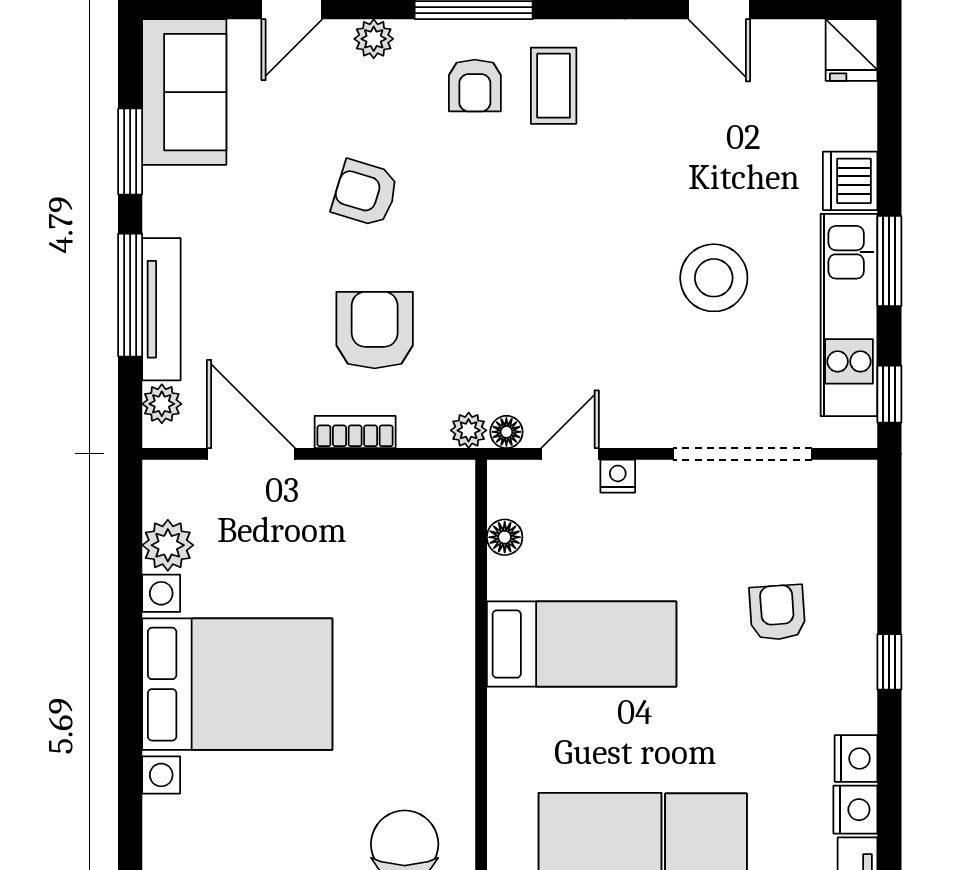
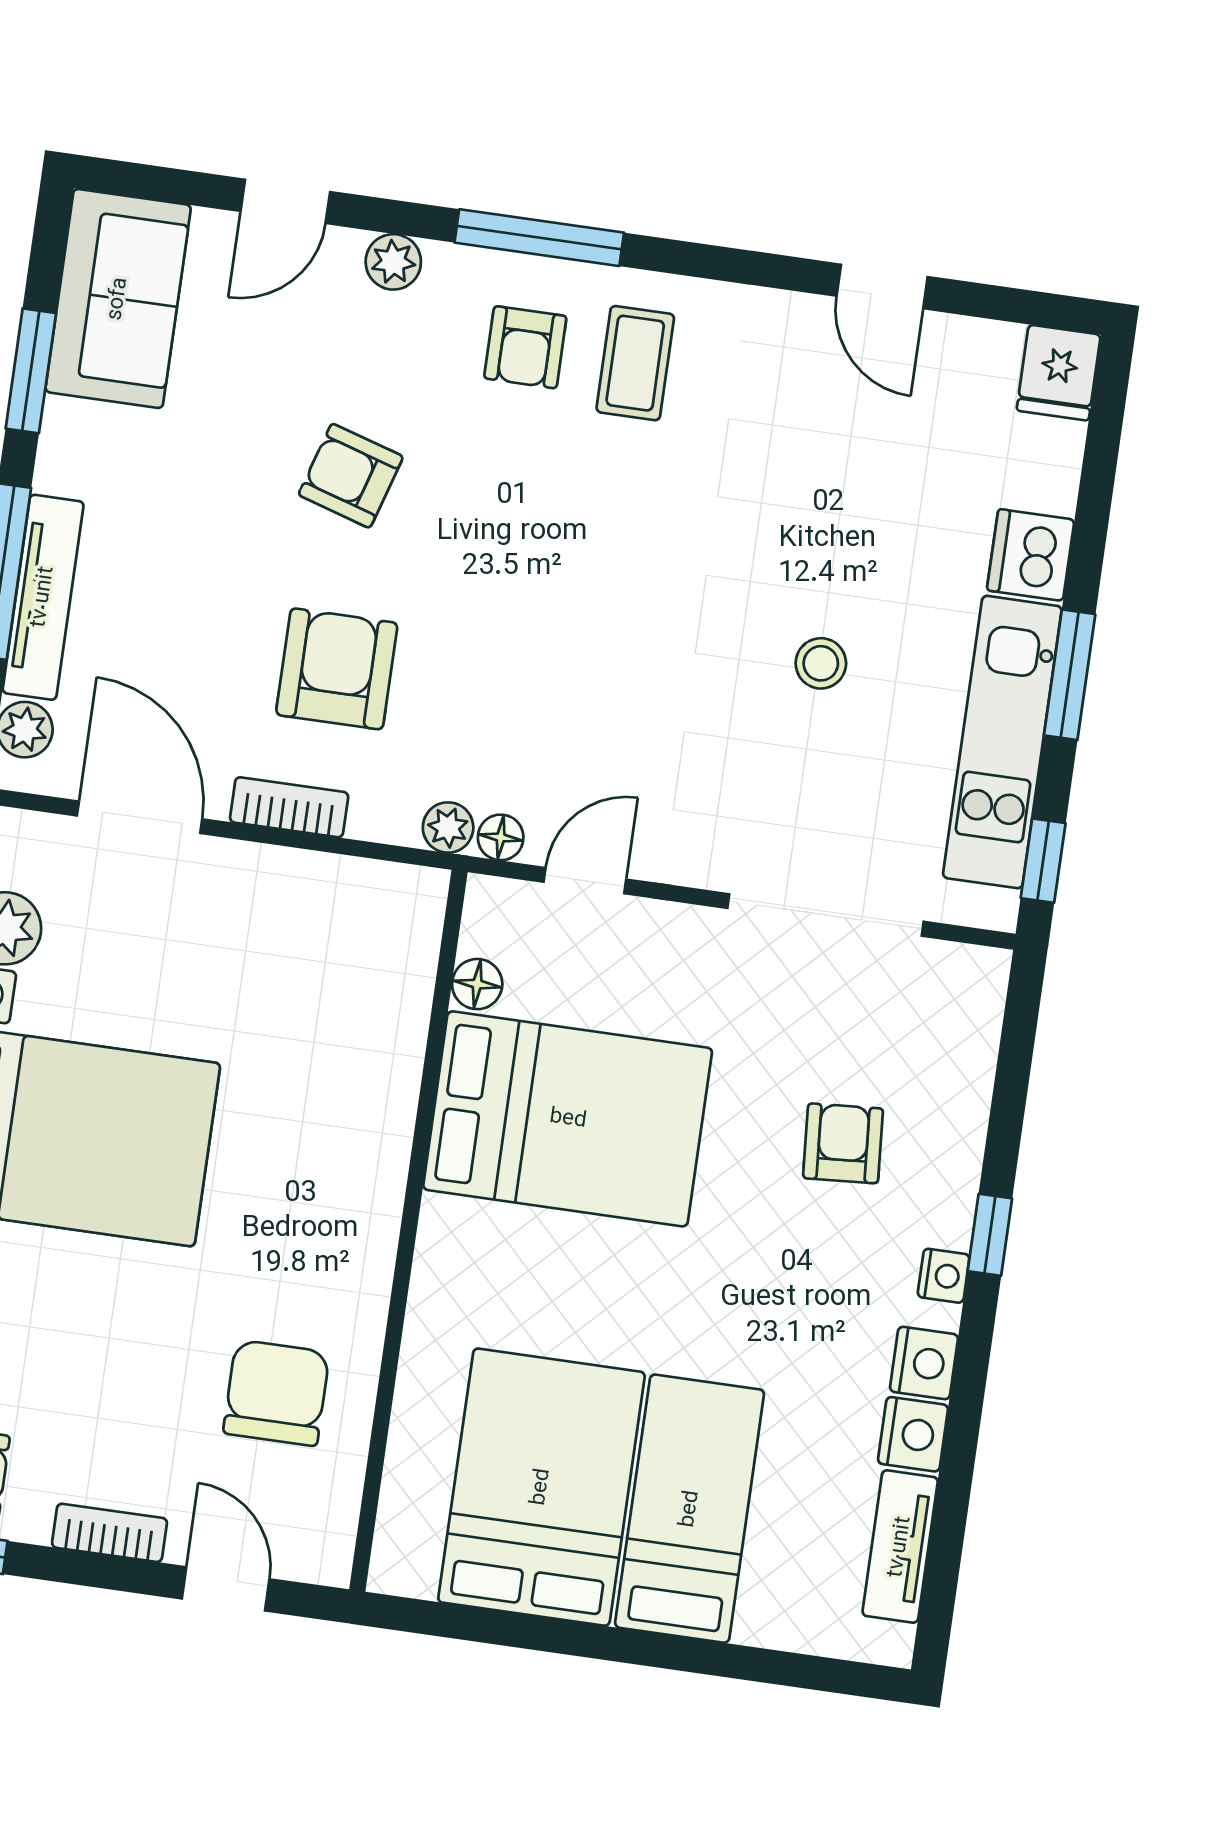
stool: (714, 278) -> (821, 663), width x0.53, depth x0.53
nightstand: (618, 476) -> (944, 1276), moved, turned 90
bed: (582, 644) -> (568, 1119), width x1.50

